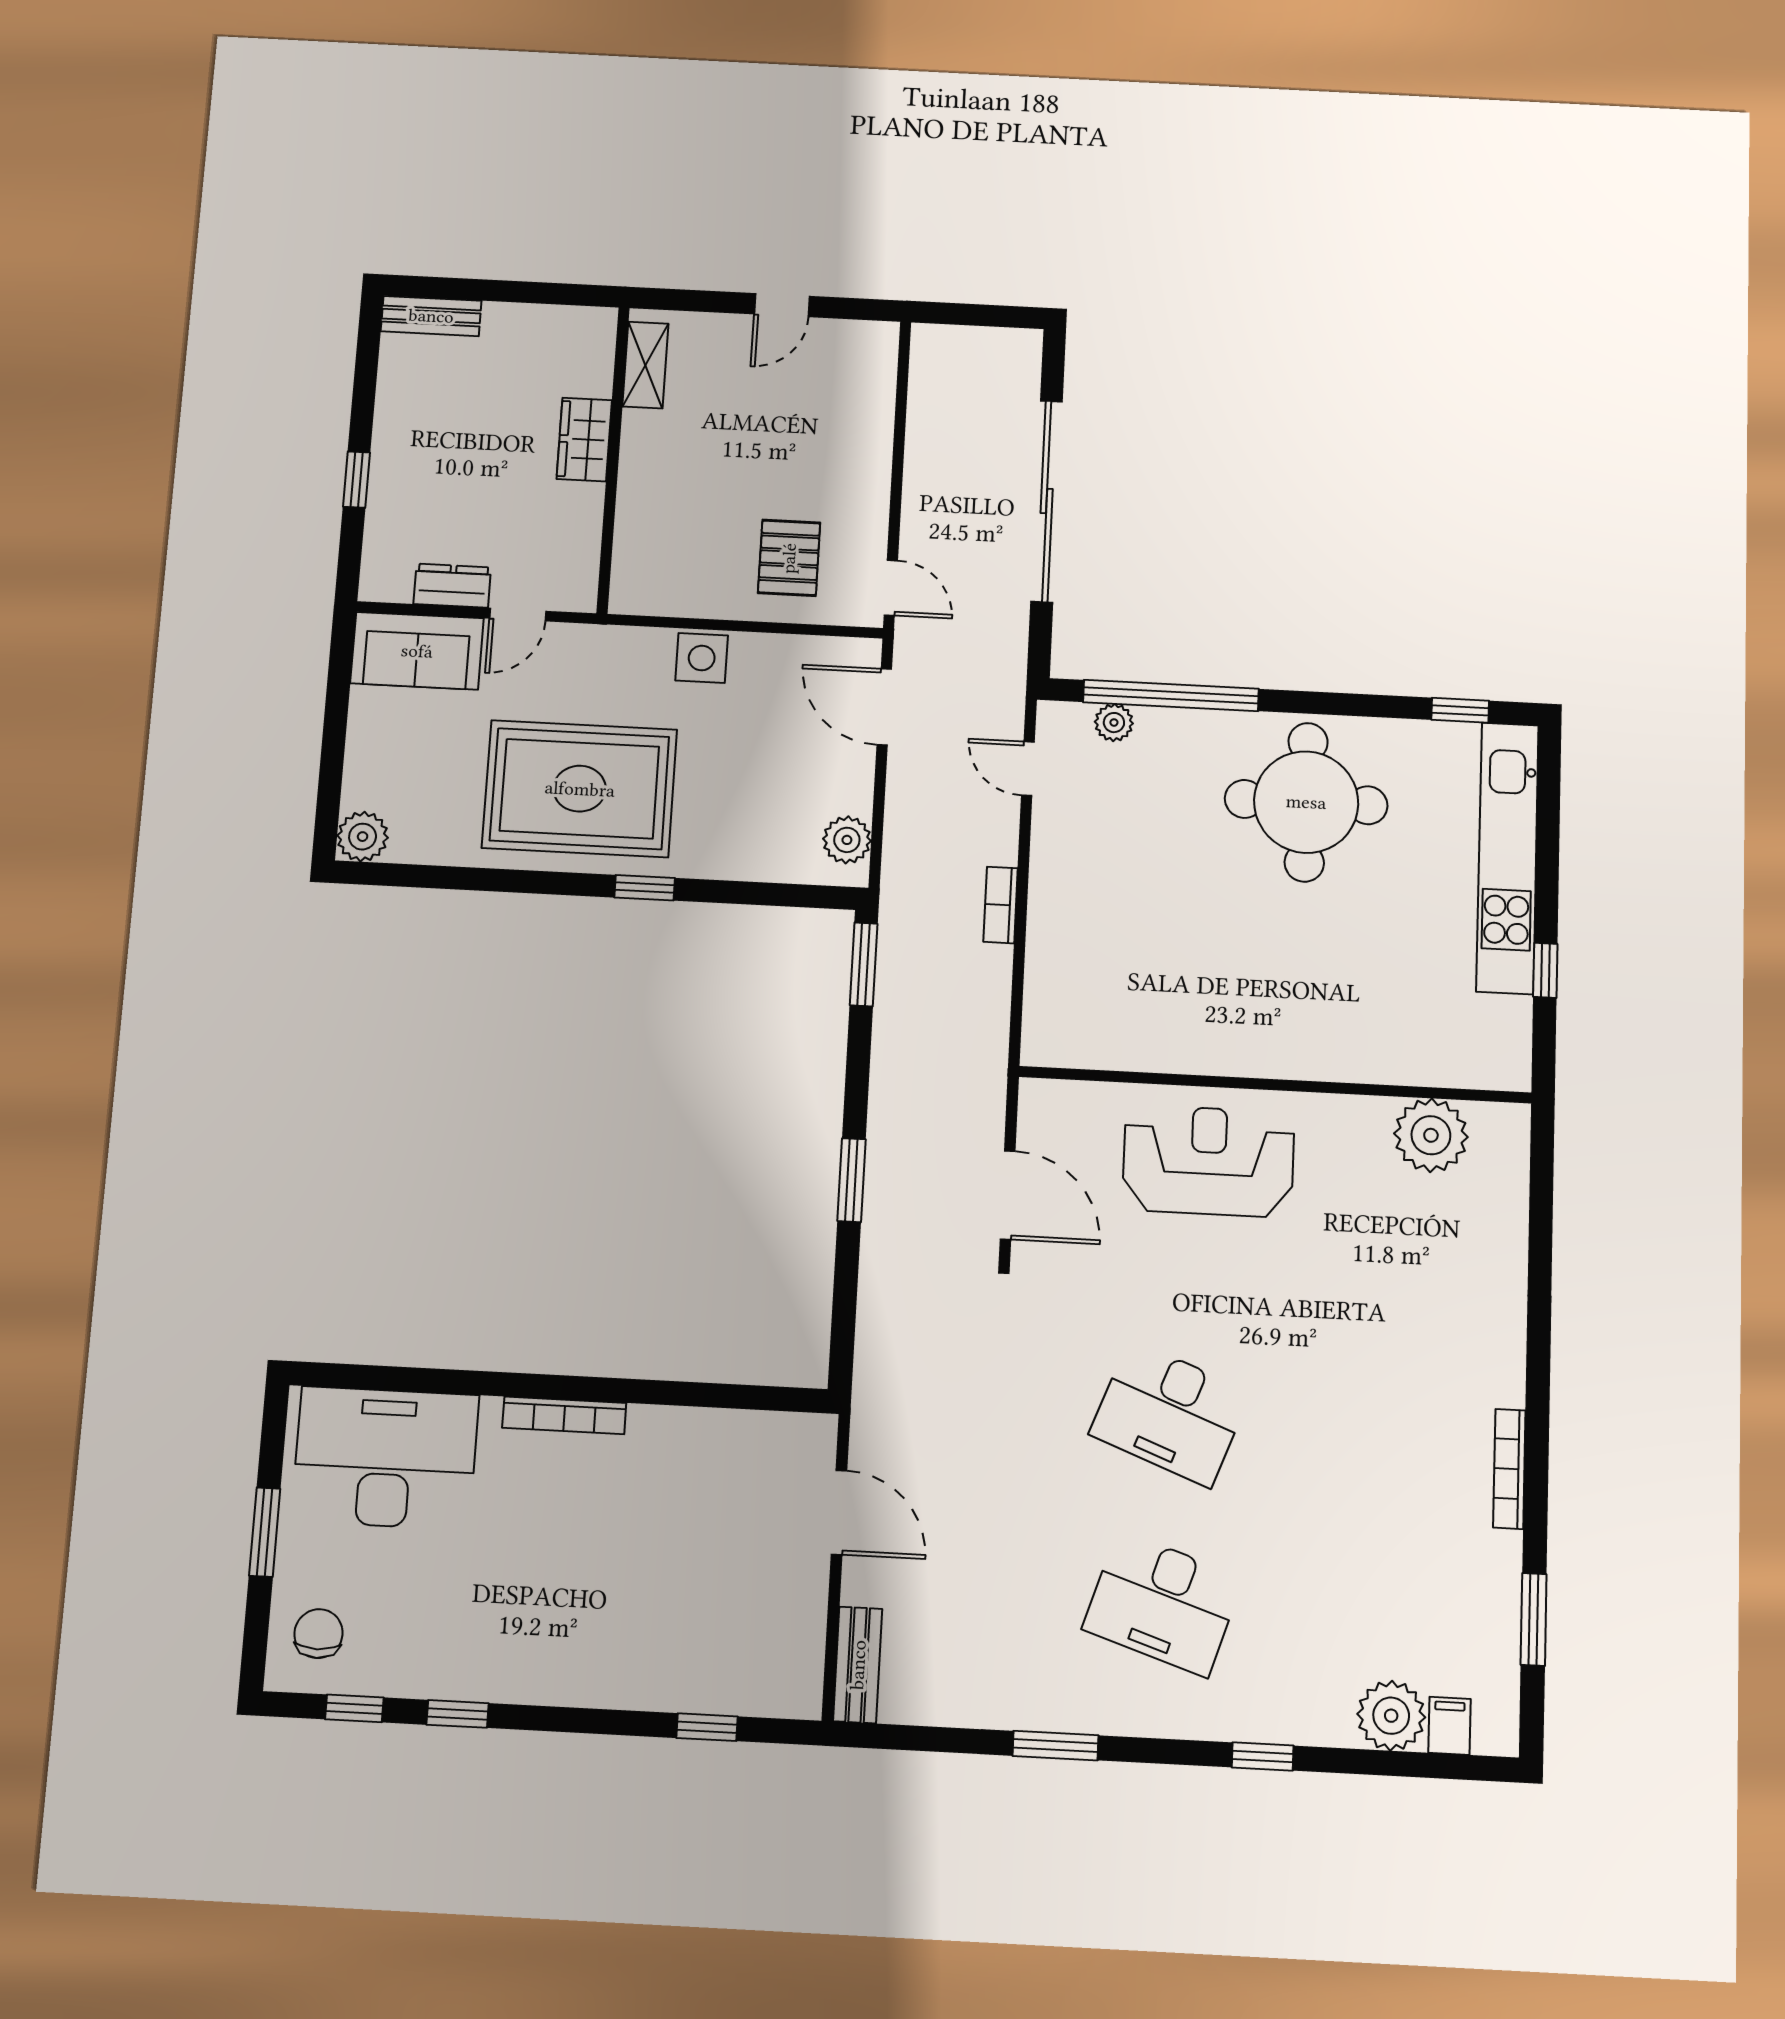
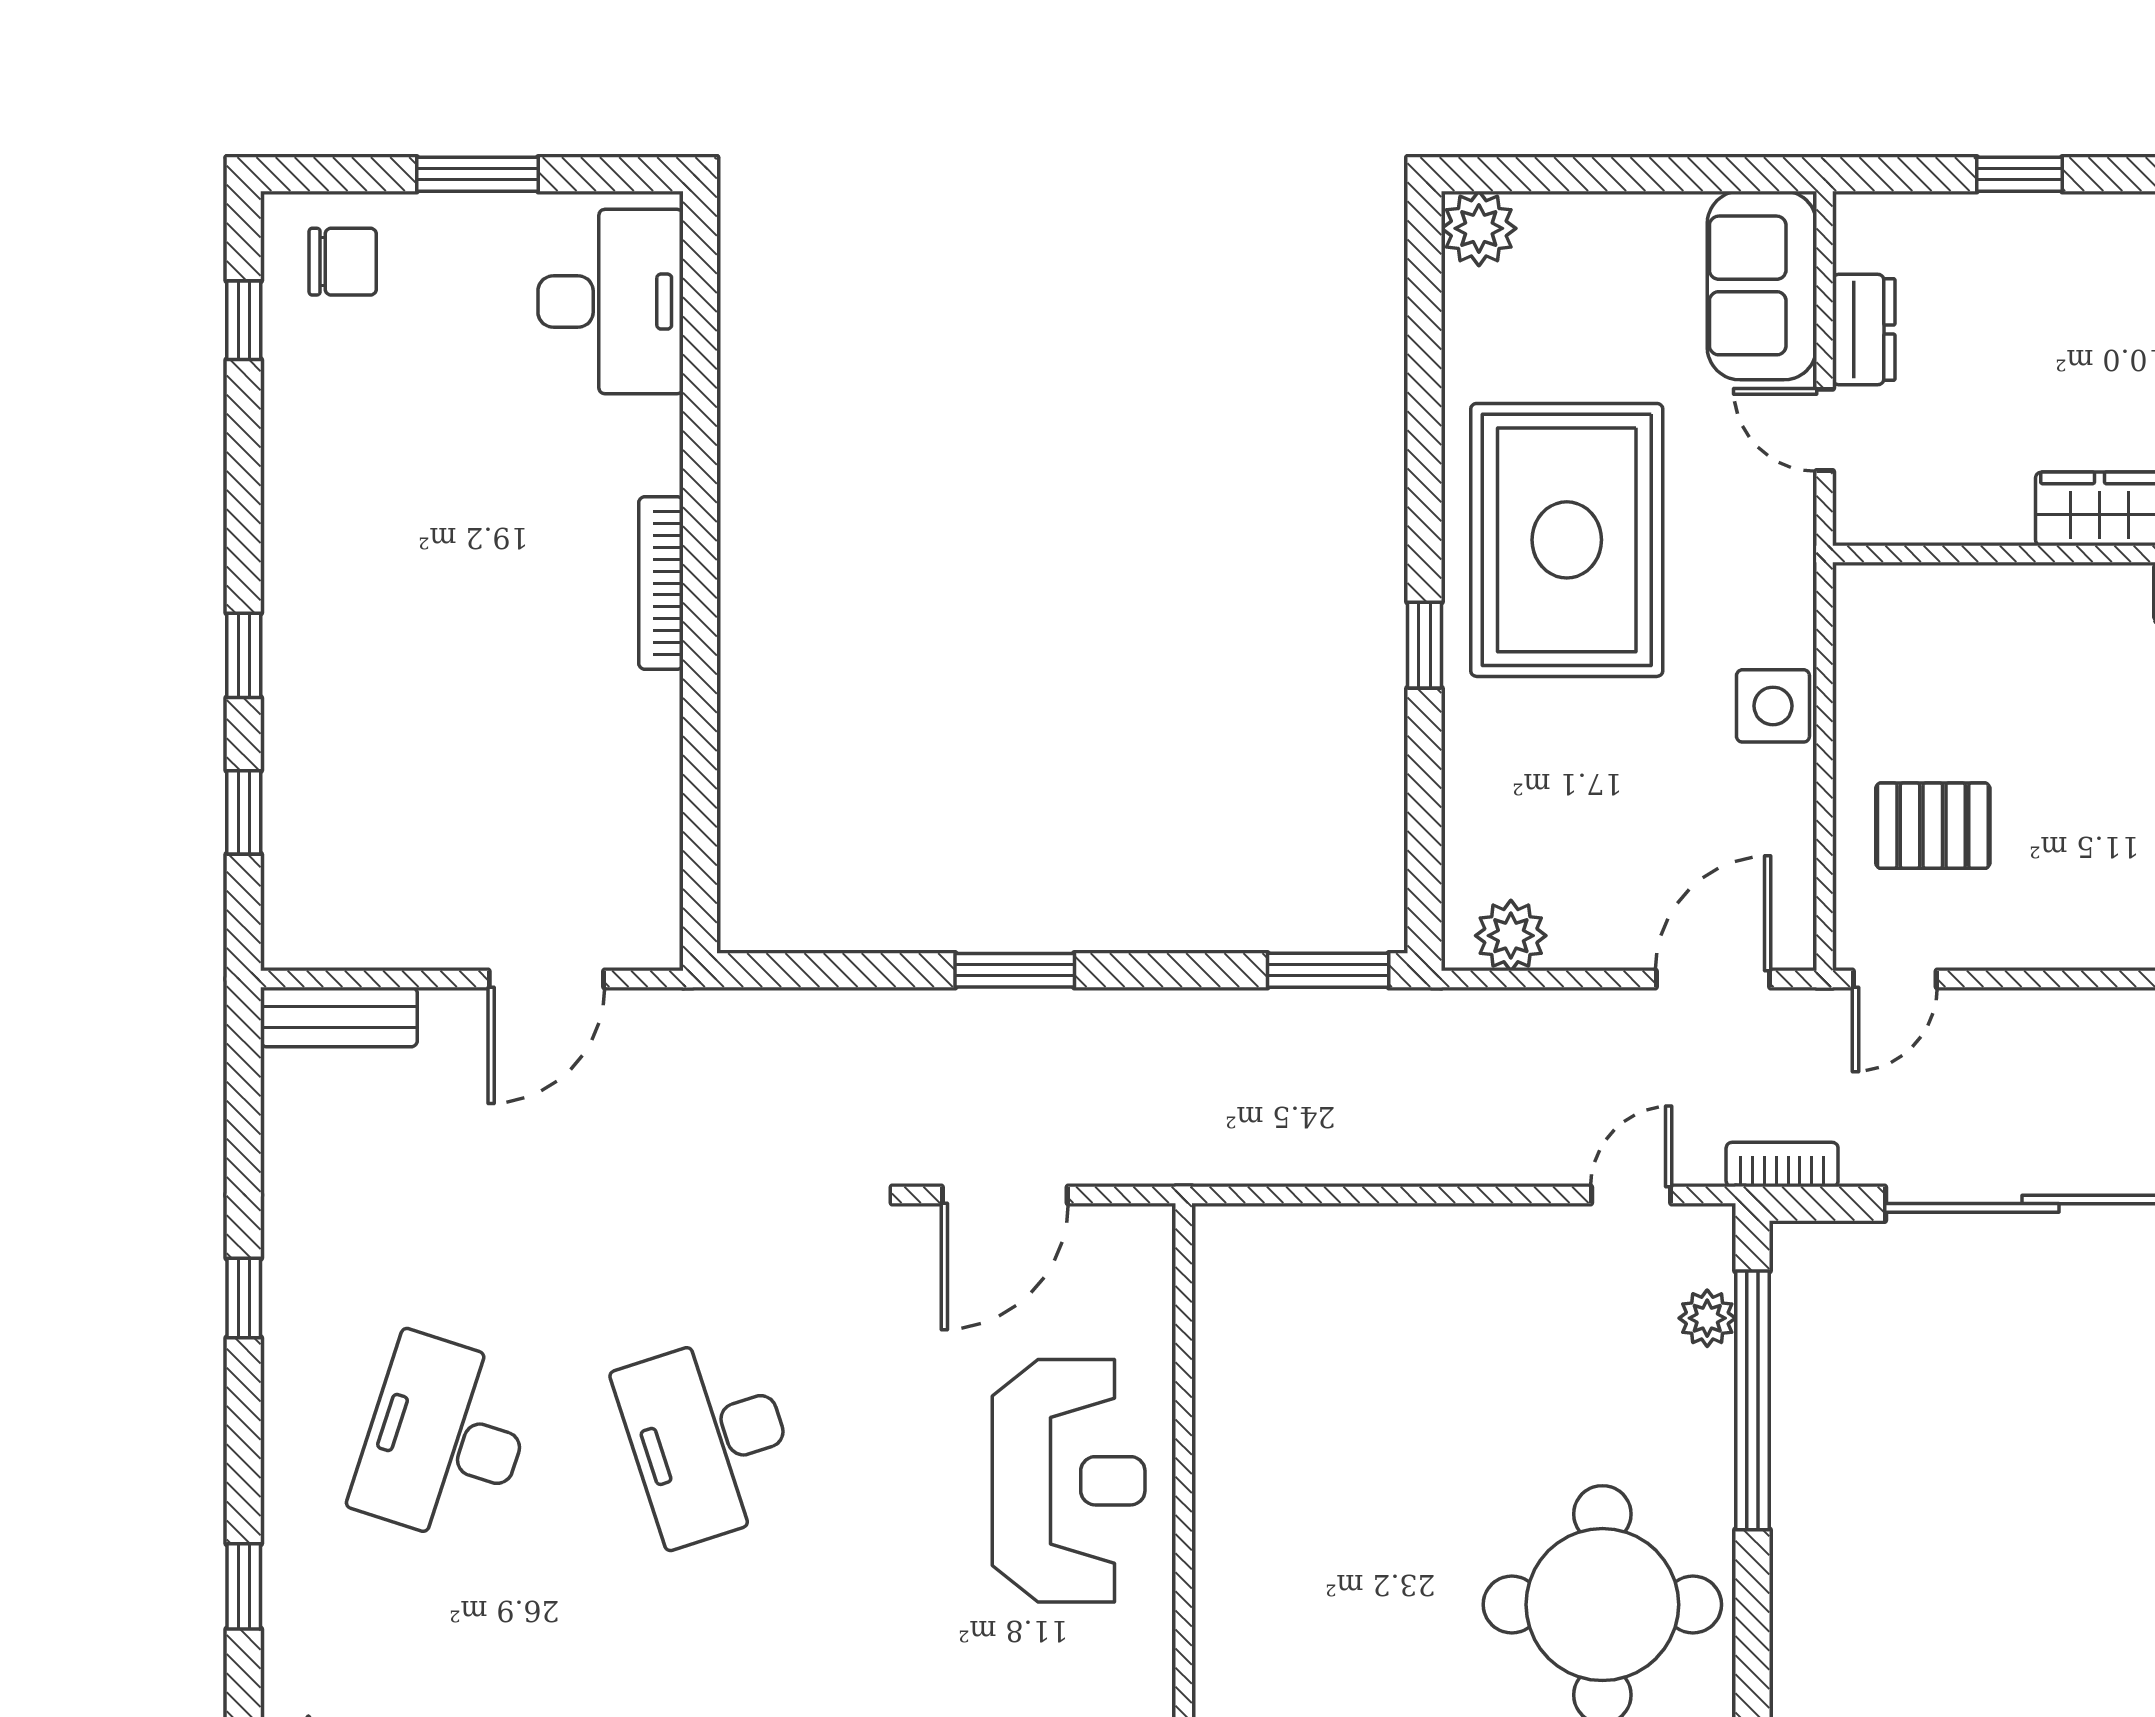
bookcase: (1001, 905) -> (1782, 1165), moved
desk: (1170, 1413) -> (708, 1439), turned -39
desk: (385, 1458) -> (611, 302), width x0.73, depth x0.77
window: (458, 1714) -> (244, 655), moved
window: (1055, 1746) -> (244, 1298), width x0.67

